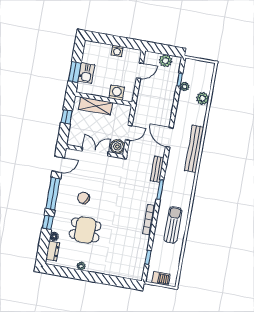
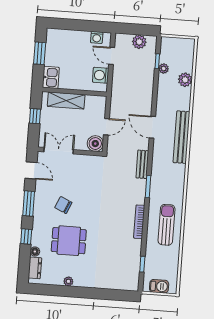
washing machine: (117, 51) -> (97, 37), moved
door: (140, 71) -> (112, 56), swing flipped
window: (75, 72) -> (40, 53), moved
kitchen sink: (86, 73) -> (51, 77), moved
washing machine: (117, 93) -> (101, 75), moved, turned -90
double door: (95, 152) -> (59, 151), moved
door: (58, 164) -> (31, 170), hinge flipped
window: (53, 194) -> (29, 204), width x0.69

